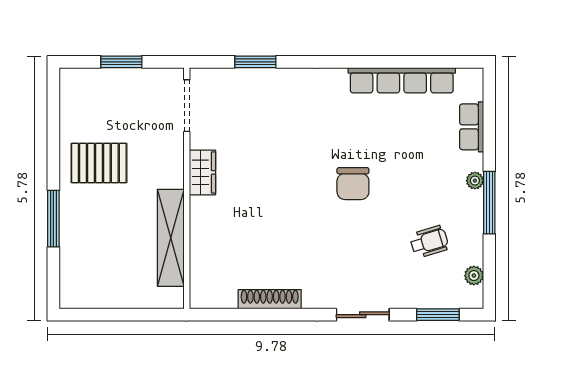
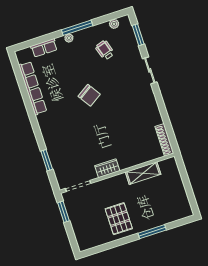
window: (121, 62) -> (63, 212), moved
chair: (353, 184) -> (89, 95), turned 57
shelving: (171, 238) -> (143, 173), width x0.68
shoe rack: (270, 299) -> (164, 140), moved

